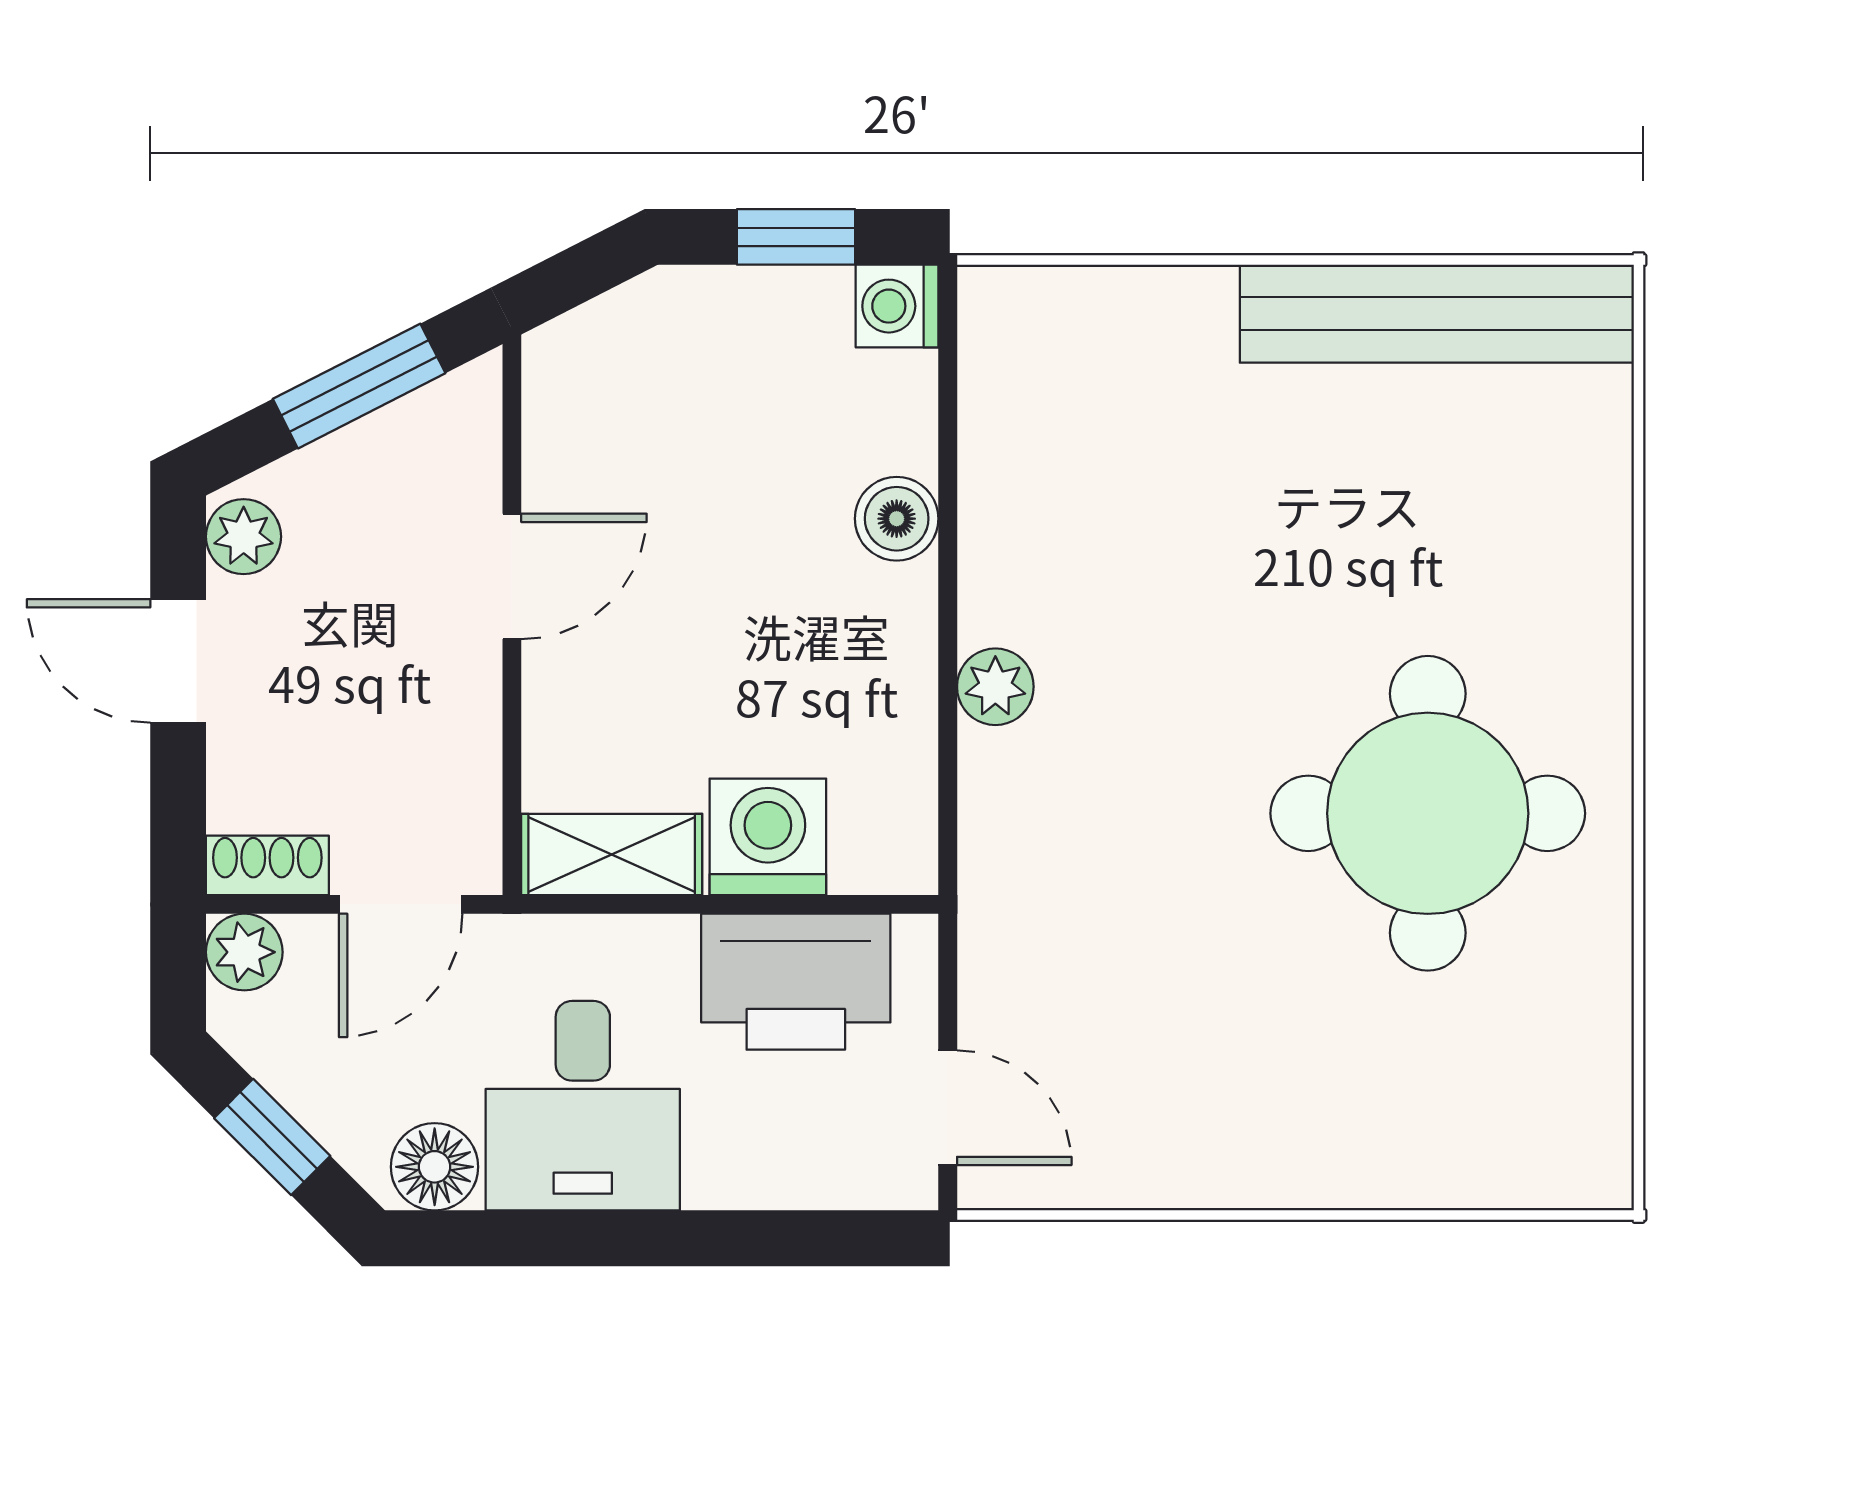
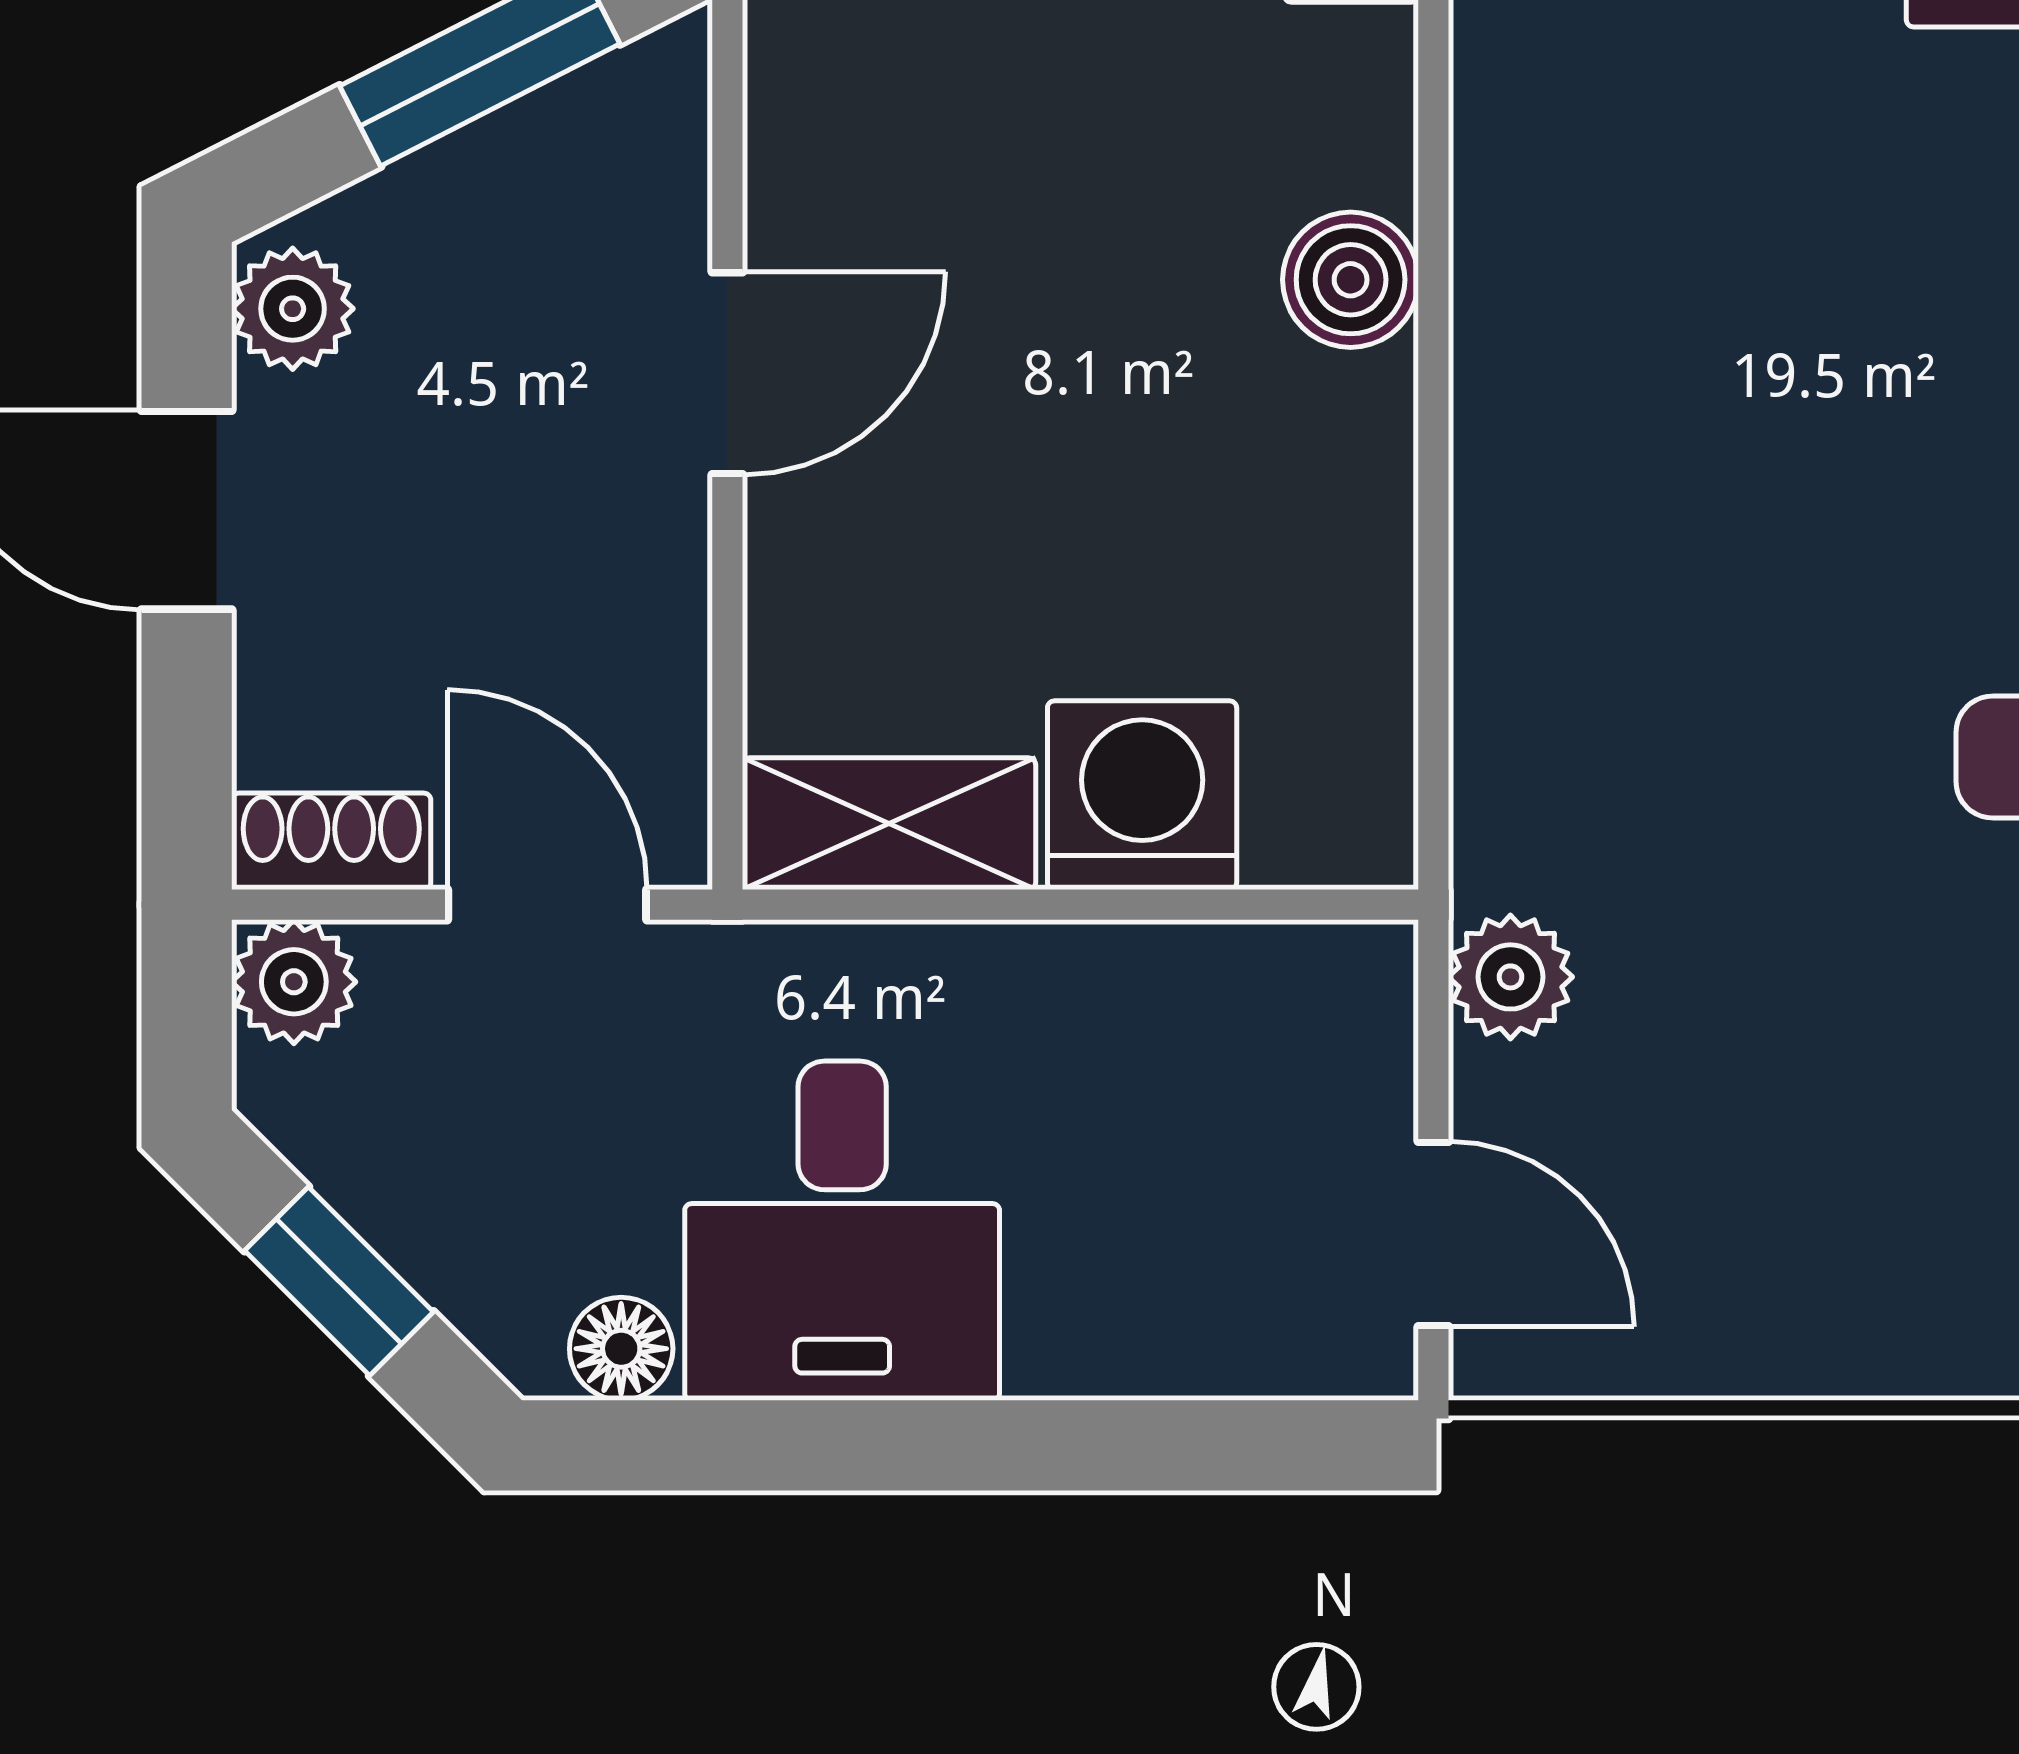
plant: (995, 687) -> (1510, 977), moved
door: (401, 904) -> (547, 905), swing flipped
printer: (796, 982) -> (1187, 1030), removed
floor lamp: (435, 1167) -> (621, 1349), width x0.73, depth x0.73

